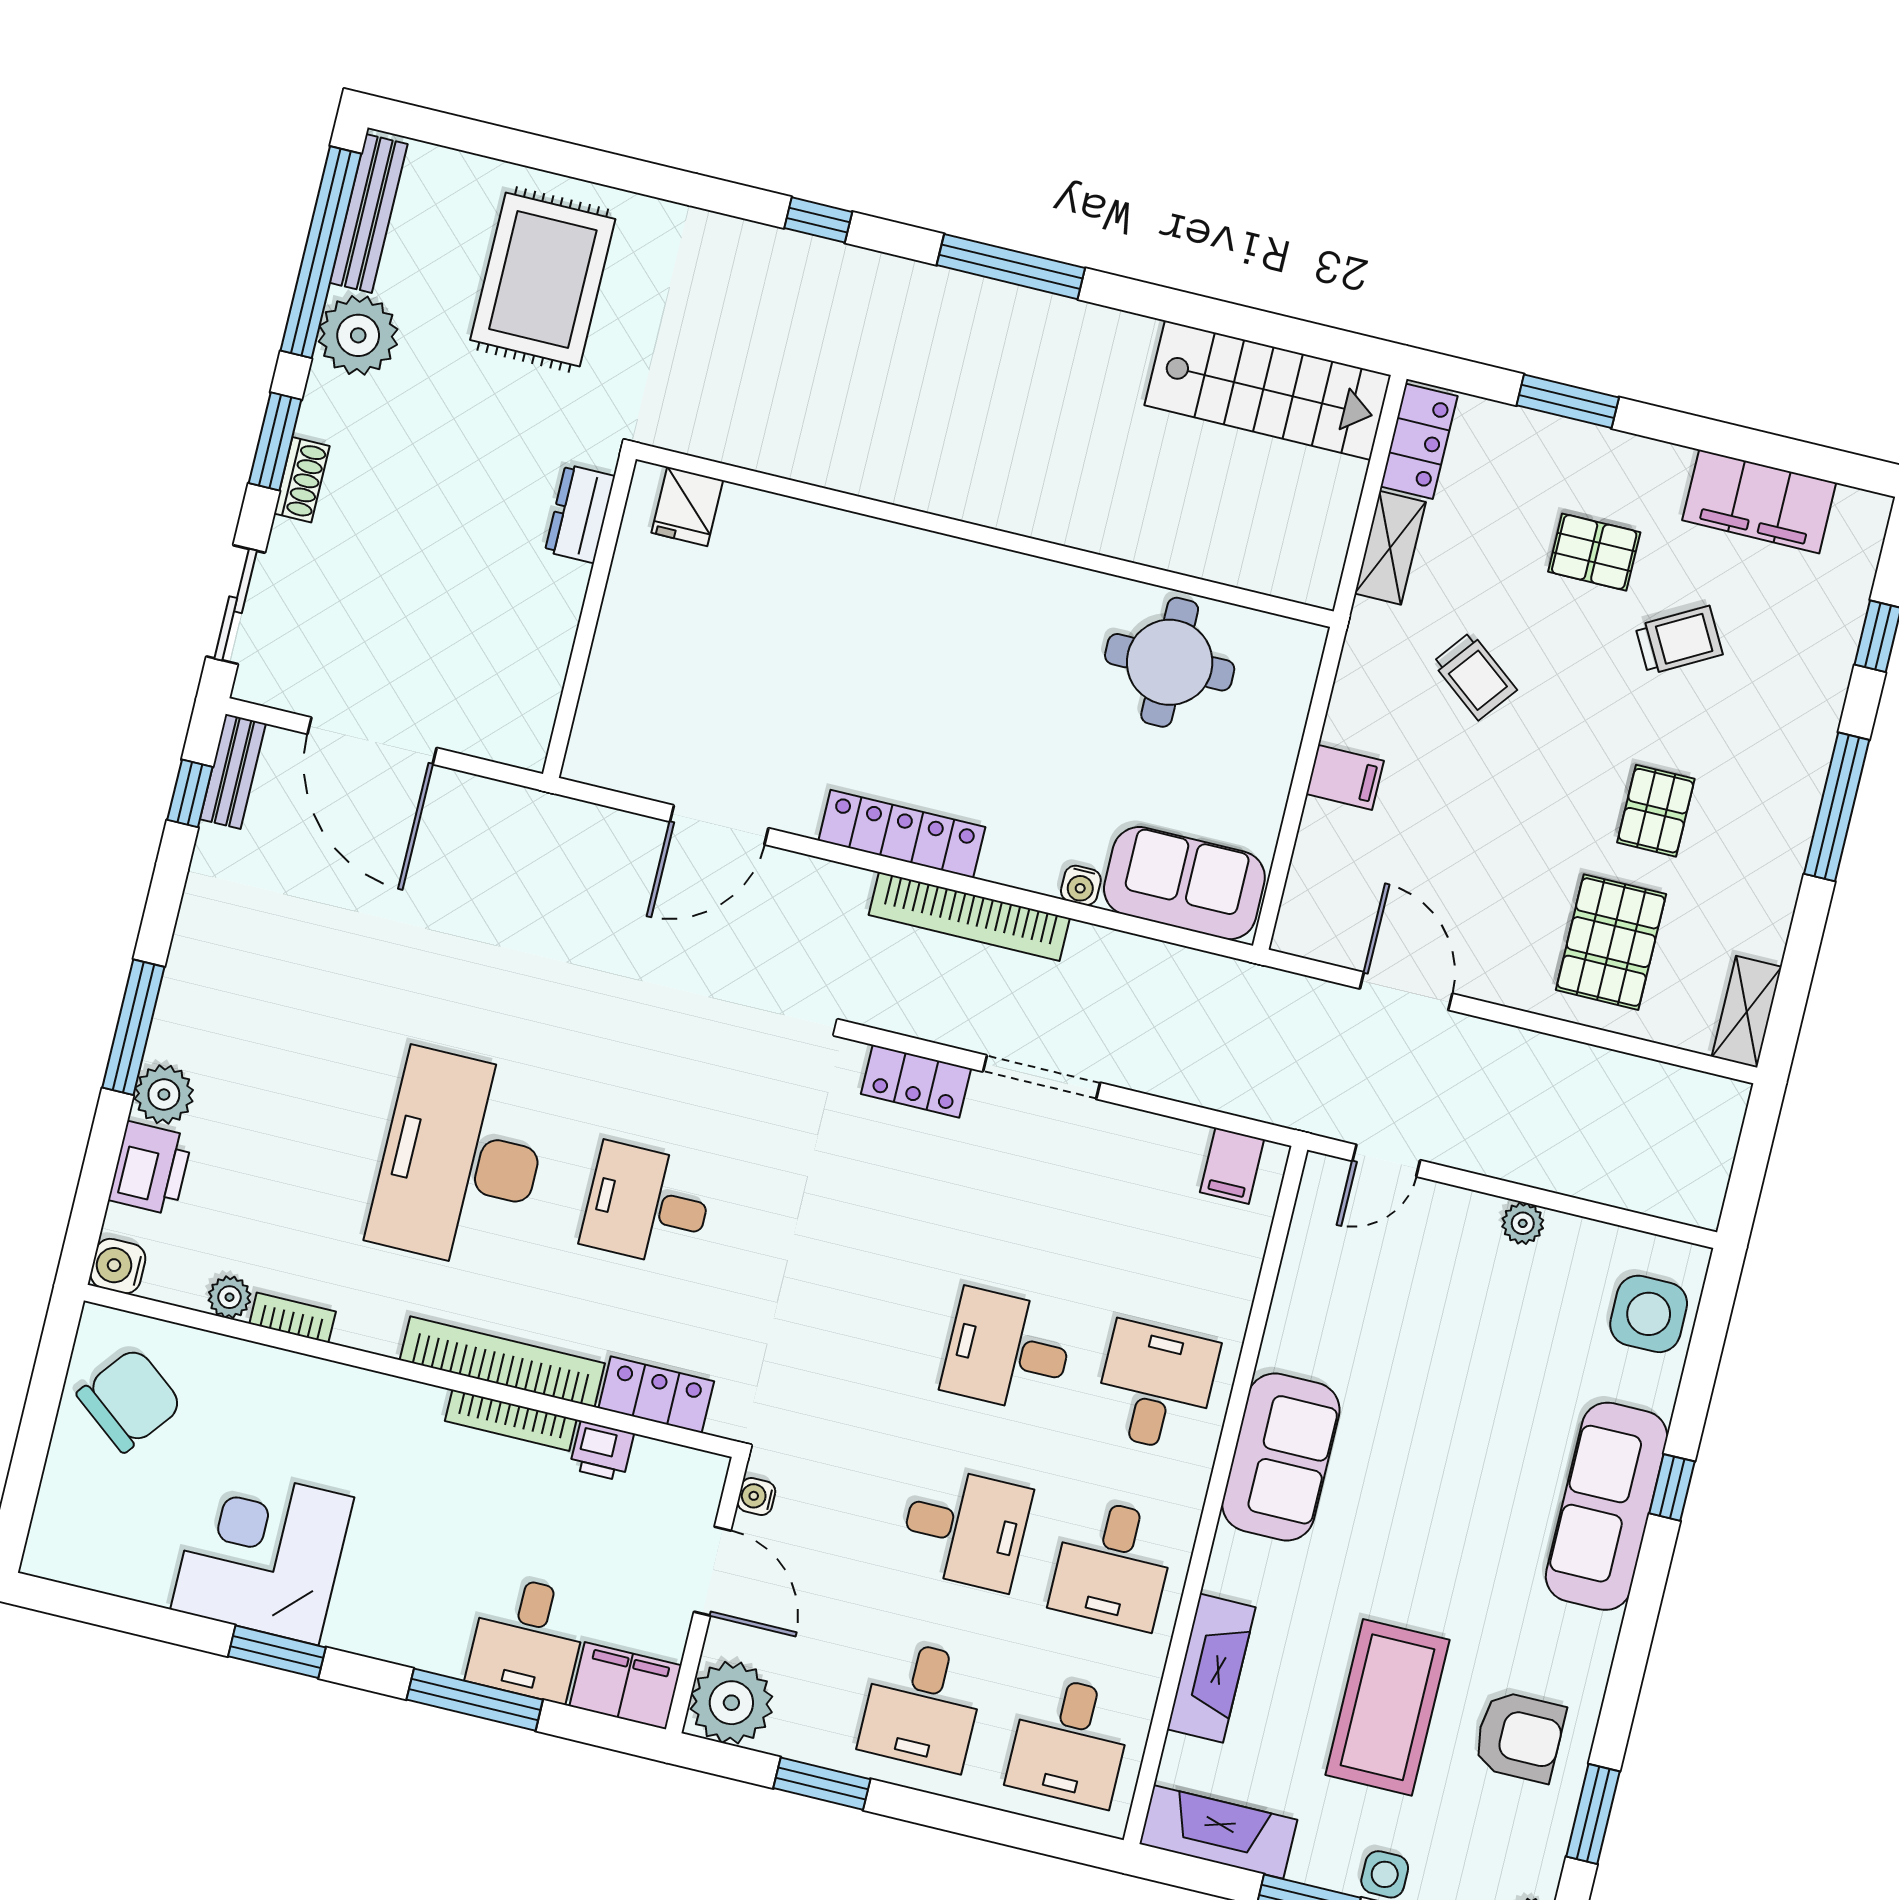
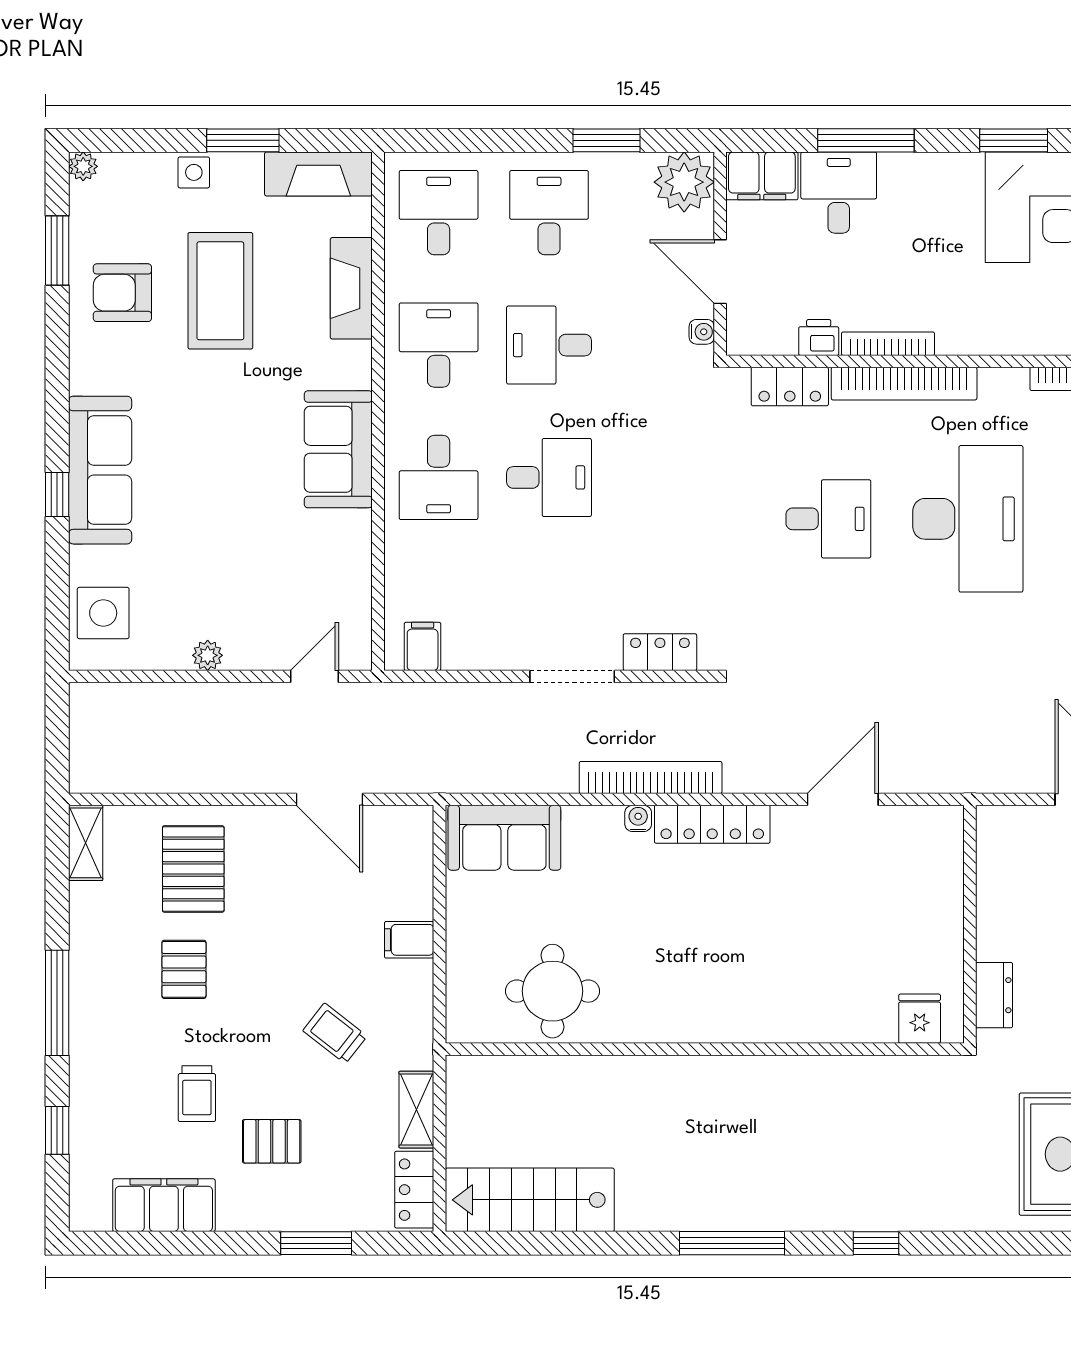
trolley: (1679, 640) -> (197, 1094), turned -61
water cooler: (1081, 885) -> (638, 818), moved

